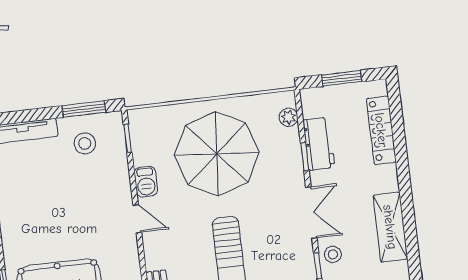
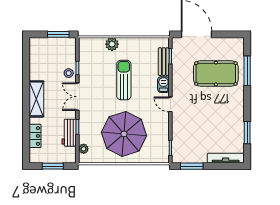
locker: (381, 130) -> (35, 136), width x0.66
stool: (85, 143) -> (193, 148), removed
barbecue: (146, 182) -> (163, 85), moved
shelving: (390, 227) -> (36, 99), moved

